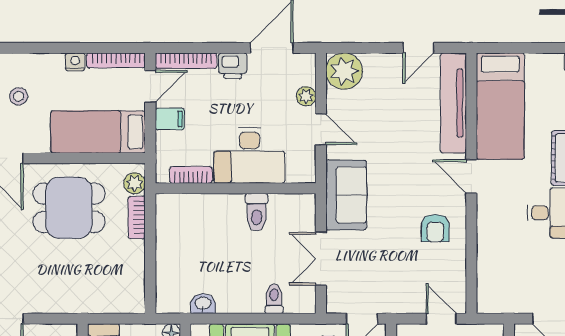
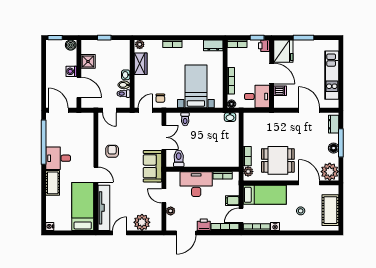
plant: (344, 71) -> (142, 222), moved
toilet: (257, 212) -> (179, 159), moved
washbasin: (203, 304) -> (230, 117), moved

